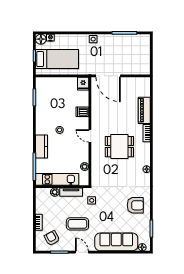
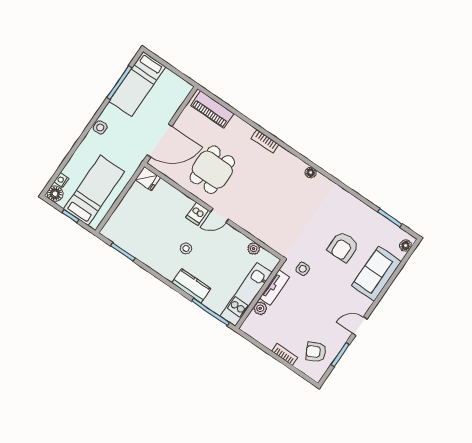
bed: (130, 43) -> (137, 84), added
piano: (144, 110) -> (212, 109), moved
dishwasher: (82, 112) -> (197, 214), moved
dining table: (119, 147) -> (212, 170), moved
armchair: (135, 205) -> (343, 247), moved, turned 180
coffee table: (77, 224) -> (320, 307), removed
sofa: (116, 242) -> (376, 274), width x0.73

